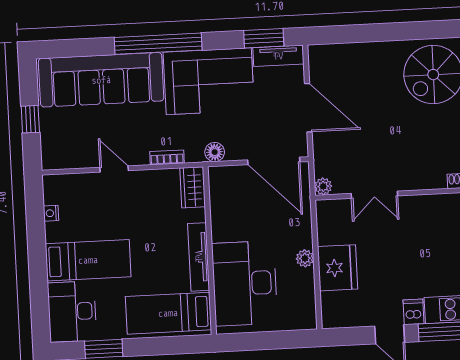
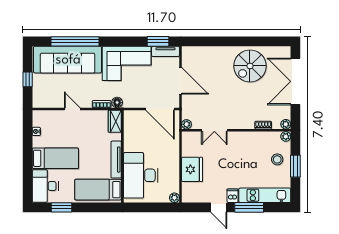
window: (158, 44) -> (75, 41), moved
floor lamp: (215, 152) -> (117, 102), moved
plant: (305, 258) -> (174, 198), moved

